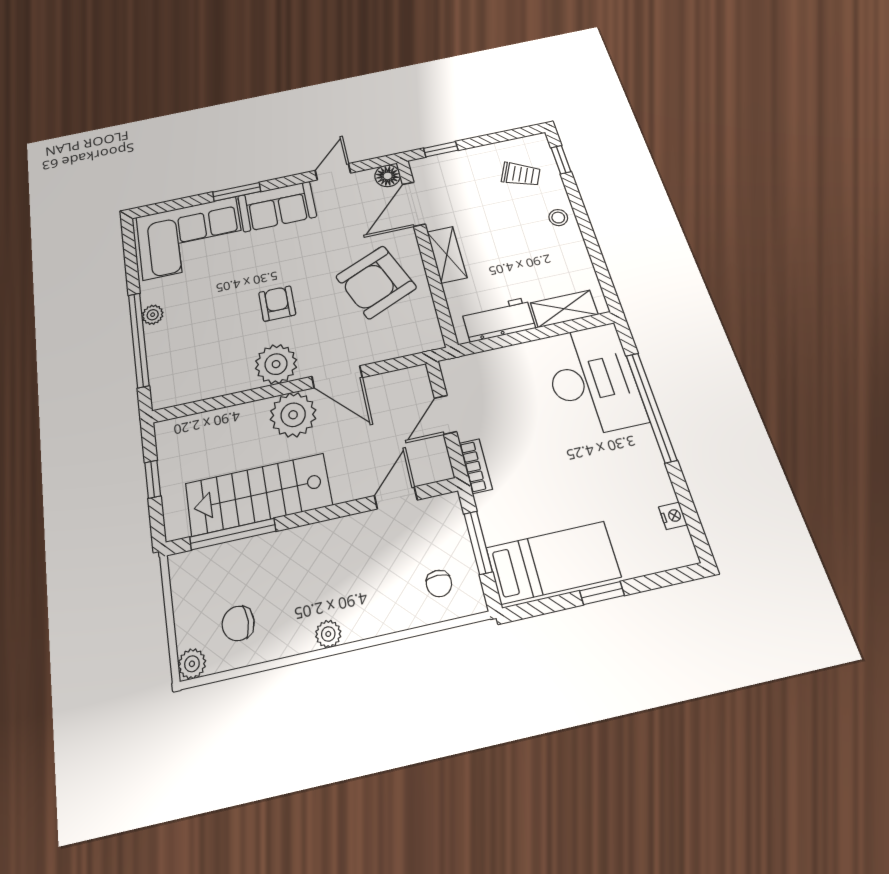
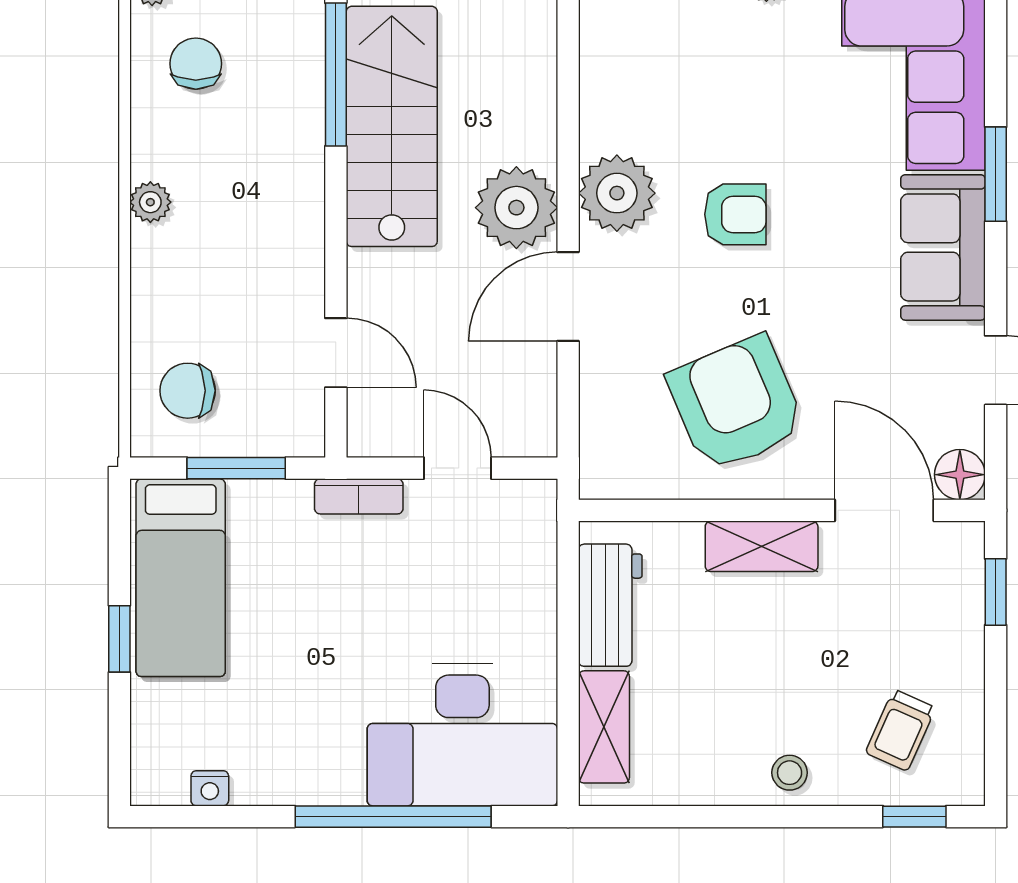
chair: (439, 583) -> (188, 391), width x1.37, depth x1.37

